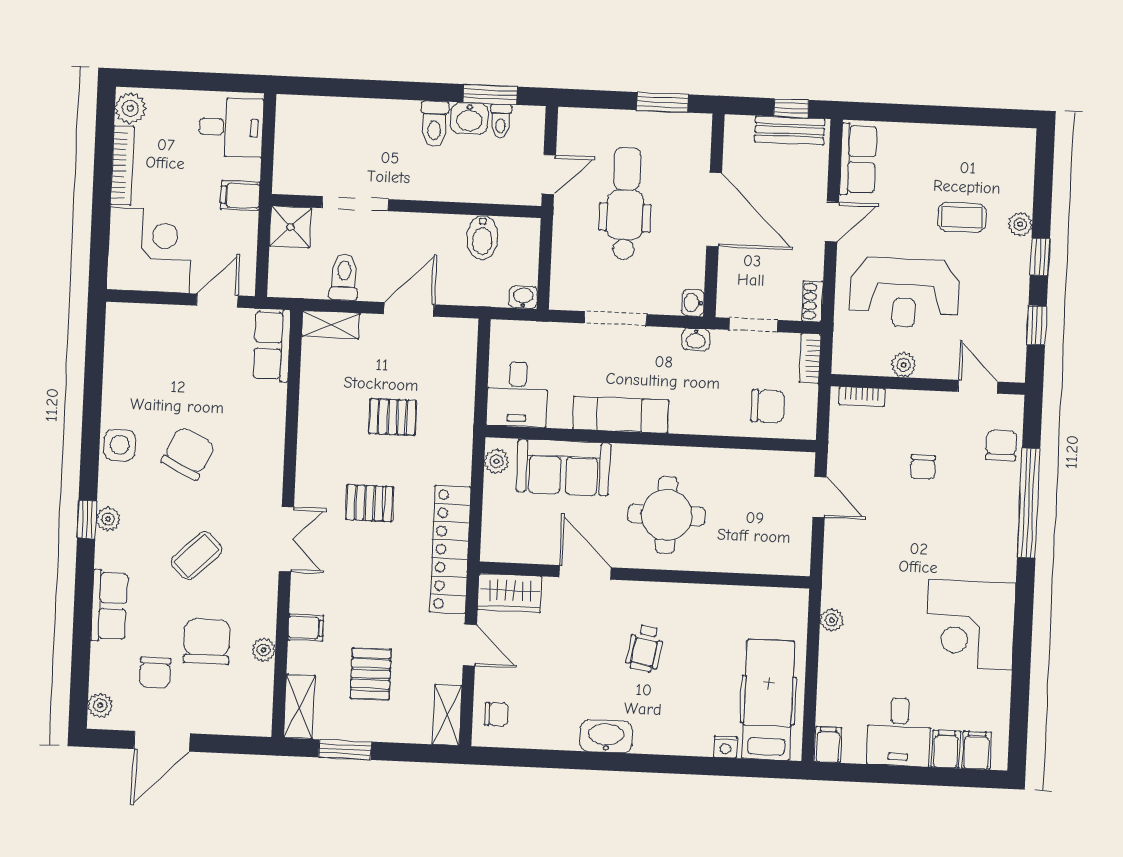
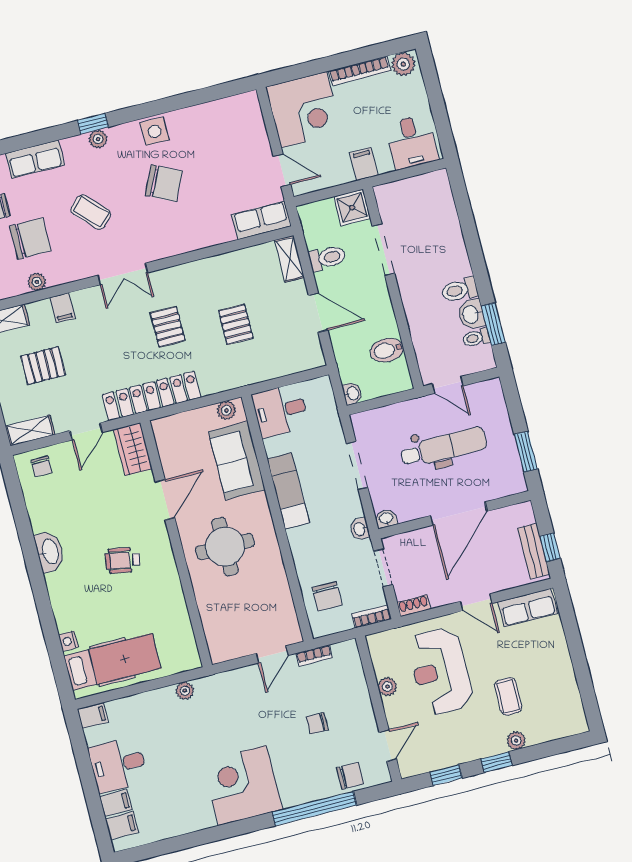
bookcase: (862, 397) -> (314, 656), moved, turned -90
corner desk: (971, 625) -> (243, 786), moved

